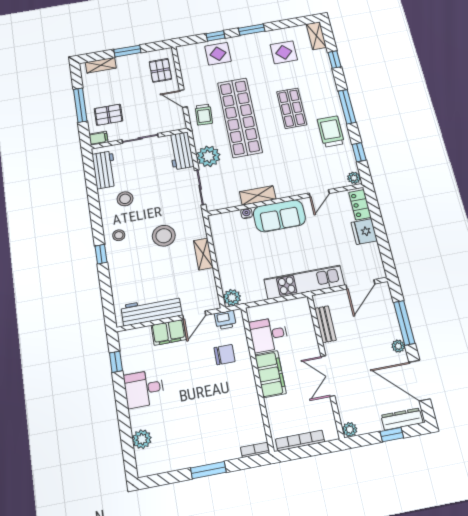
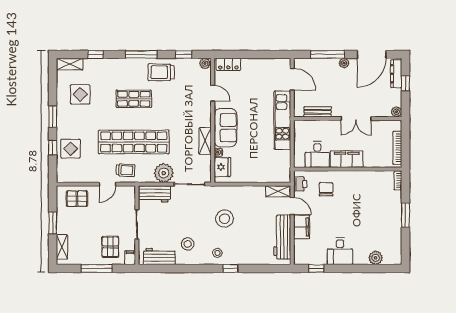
fridge: (364, 232) -> (222, 167), moved, turned -90
shelving: (203, 254) -> (278, 191), moved
plant: (232, 298) -> (284, 176), removed

